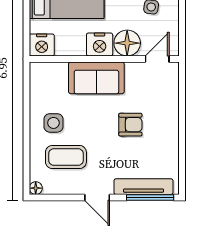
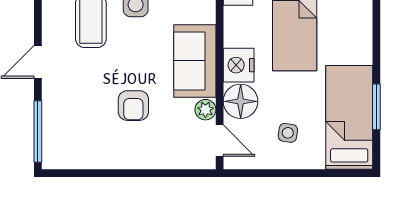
plant: (134, 70) -> (205, 110), added
tv unit: (143, 187) -> (52, 123), removed

